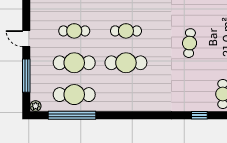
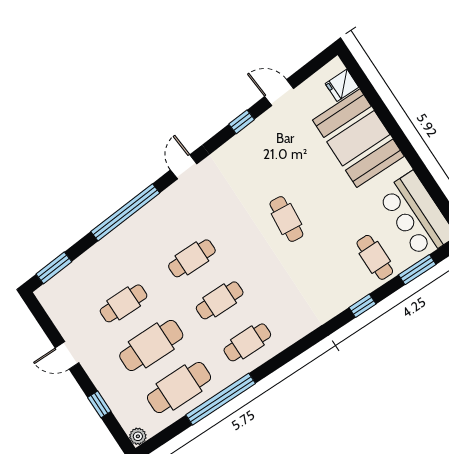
cafe table: (126, 63) -> (220, 300), width x0.73, depth x0.74
window: (26, 76) -> (99, 404), width x0.46
cafe table: (126, 95) -> (247, 342), added
window: (72, 115) -> (221, 399), moved

